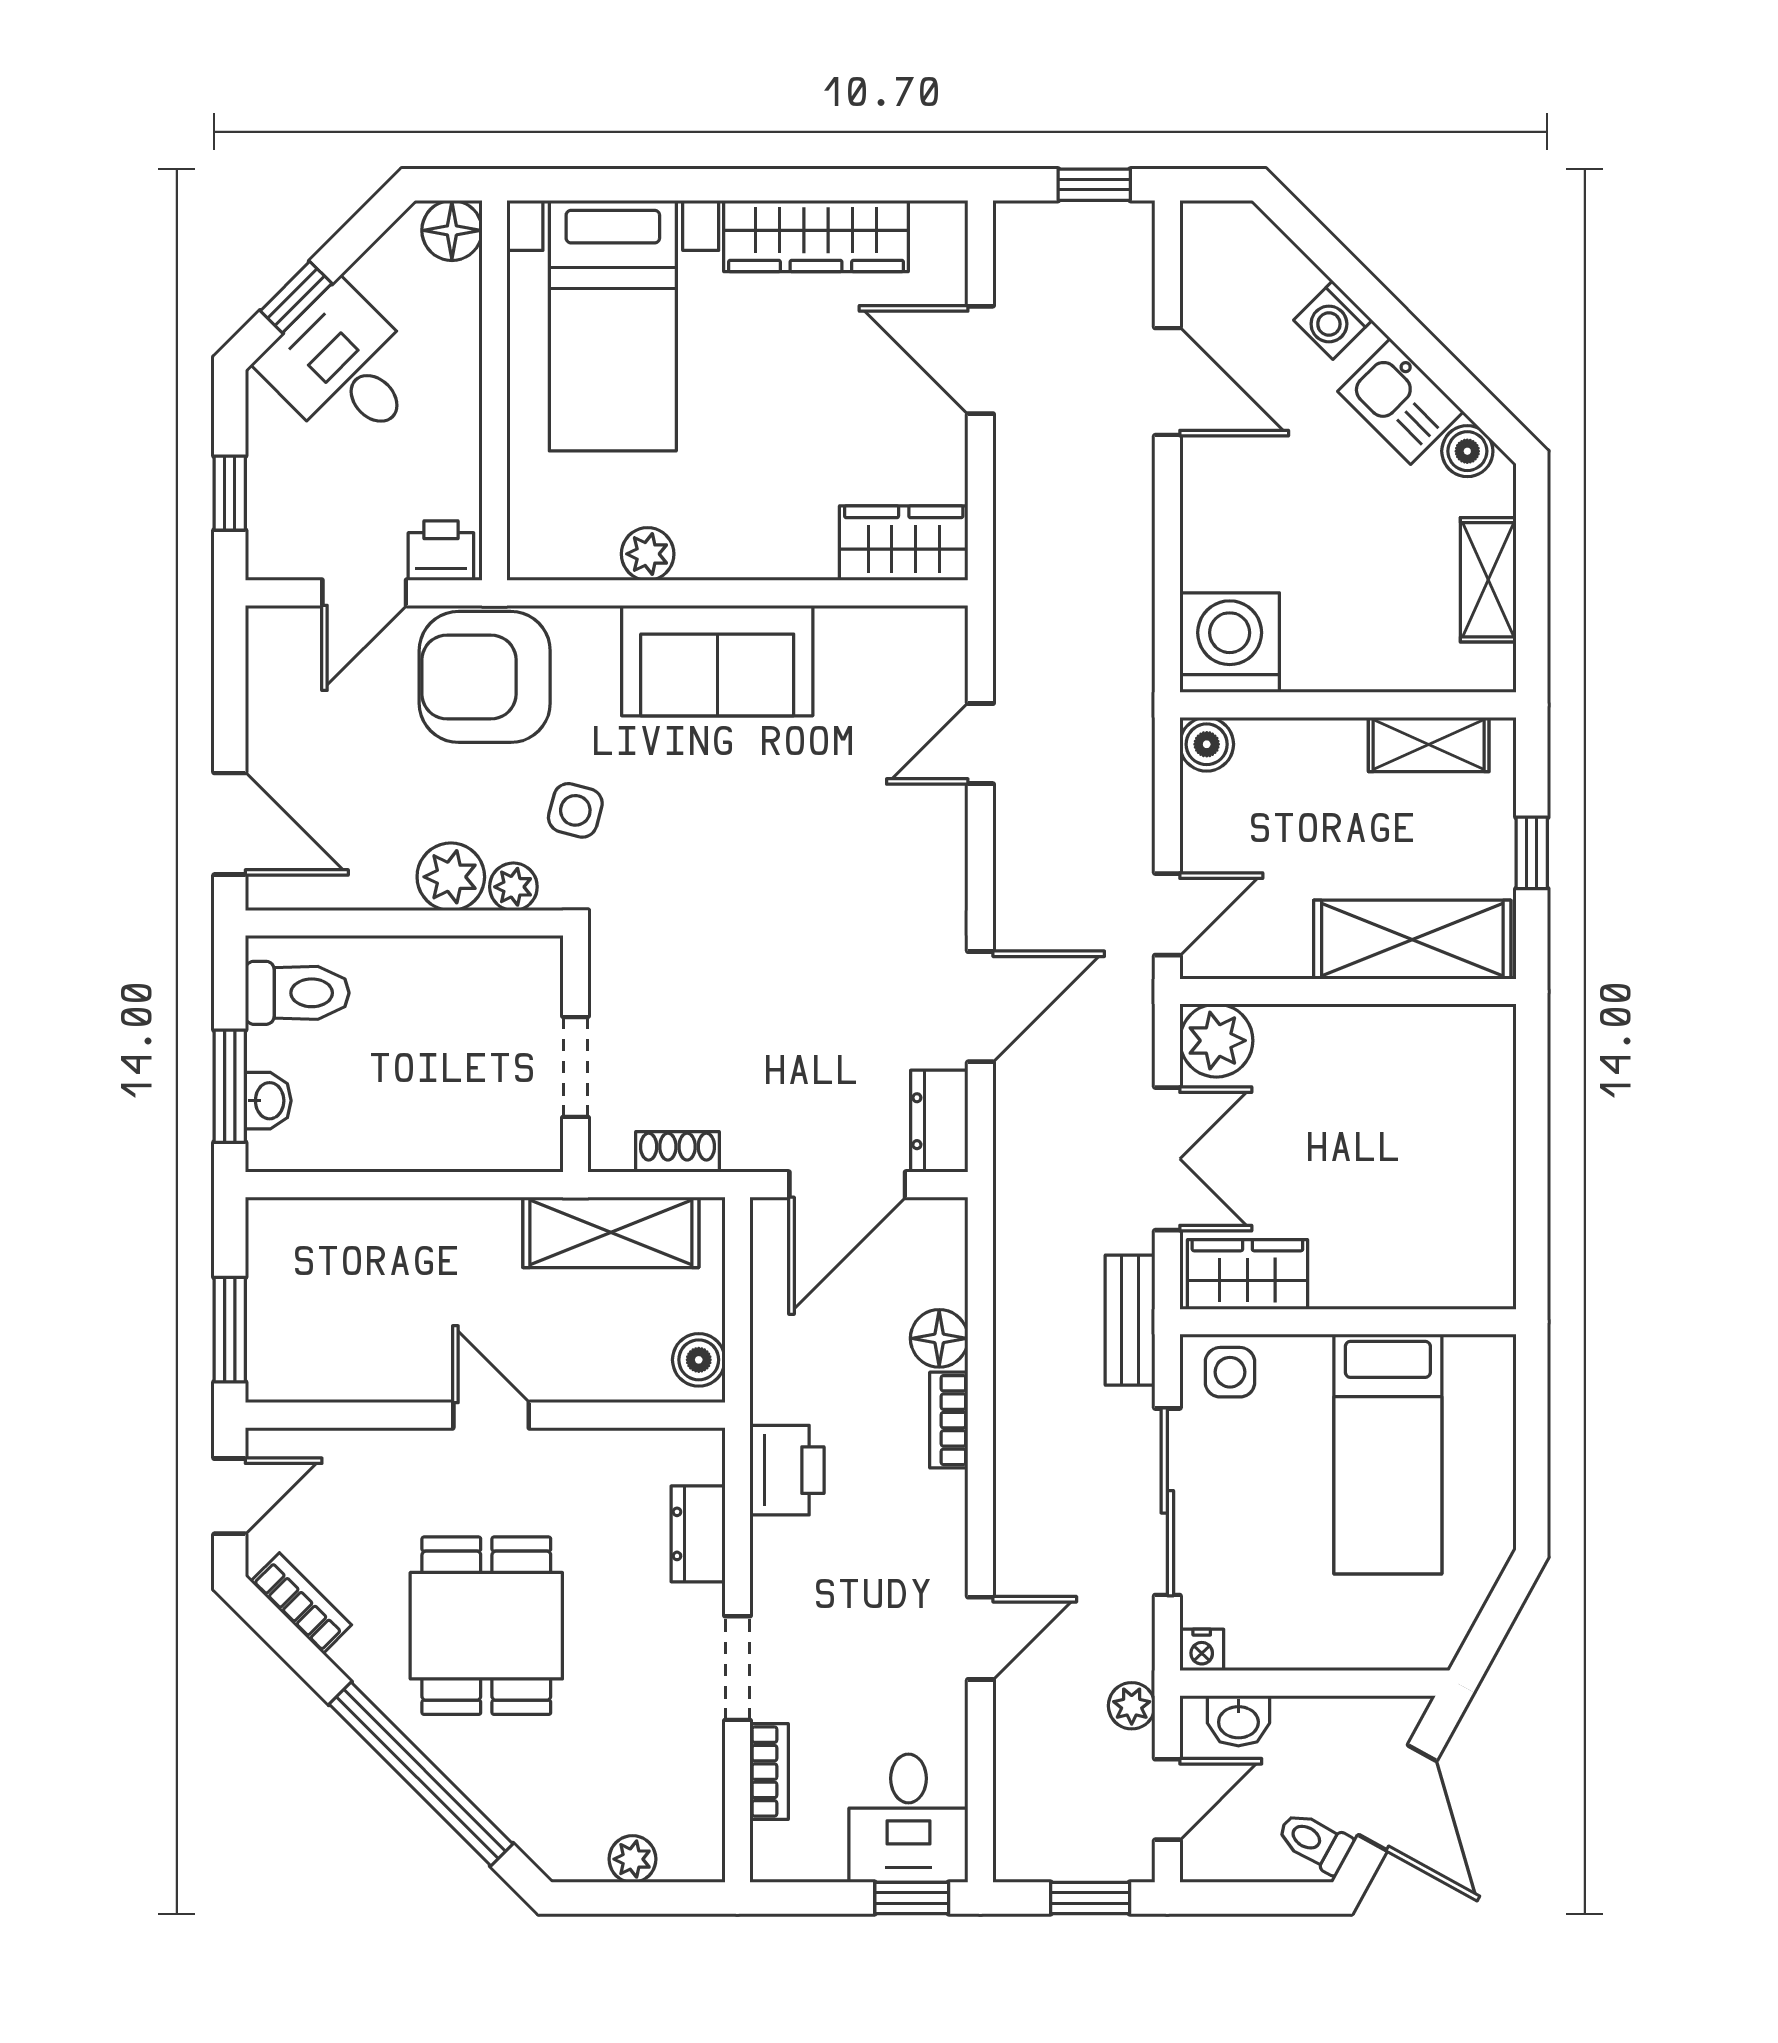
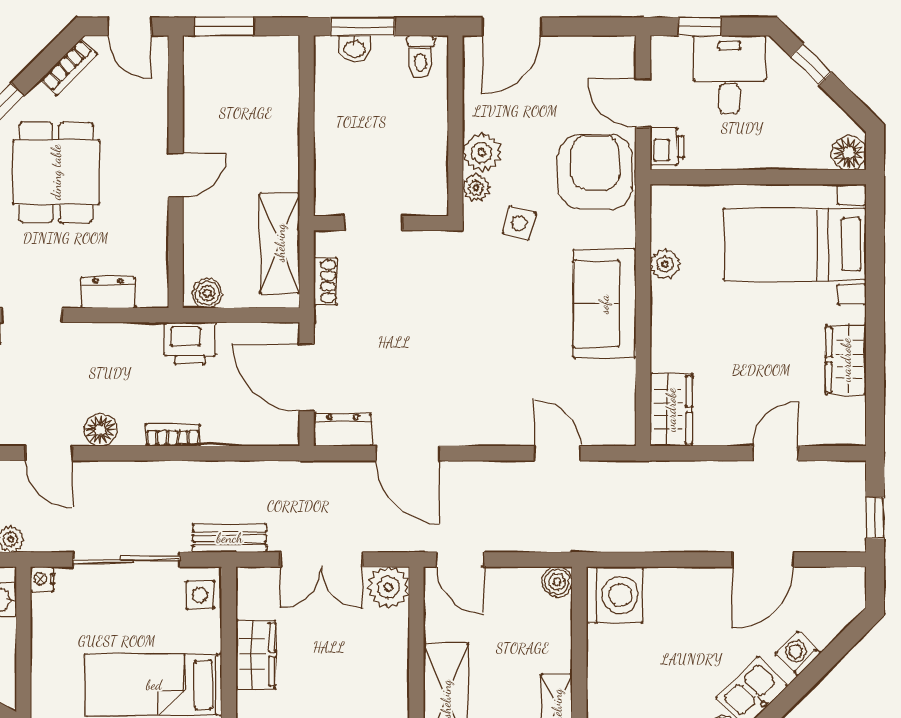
wardrobe: (816, 236) -> (846, 360), width x0.67
door: (980, 360) -> (775, 453), width x0.73
desk: (344, 368) -> (729, 74), moved, turned -45
toilet: (297, 993) -> (420, 57), width x0.73, depth x0.72
wardrobe: (1247, 1274) -> (256, 654), moved
floor lamp: (939, 1338) -> (101, 430), moved
printer: (787, 1470) -> (190, 343), moved
dining table: (486, 1626) -> (56, 172), turned 90

